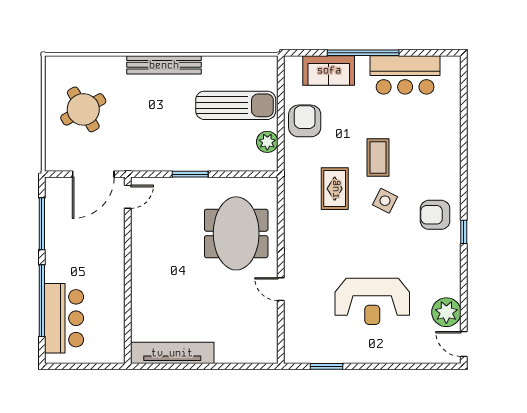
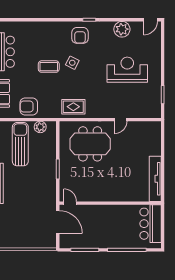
round table: (83, 109) -> (22, 227), removed
rug: (335, 189) -> (73, 107), moved
reception desk: (372, 301) -> (127, 70), turned -90
plant: (446, 312) -> (122, 29), moved
bar counter: (64, 318) -> (151, 224), moved, turned -90

